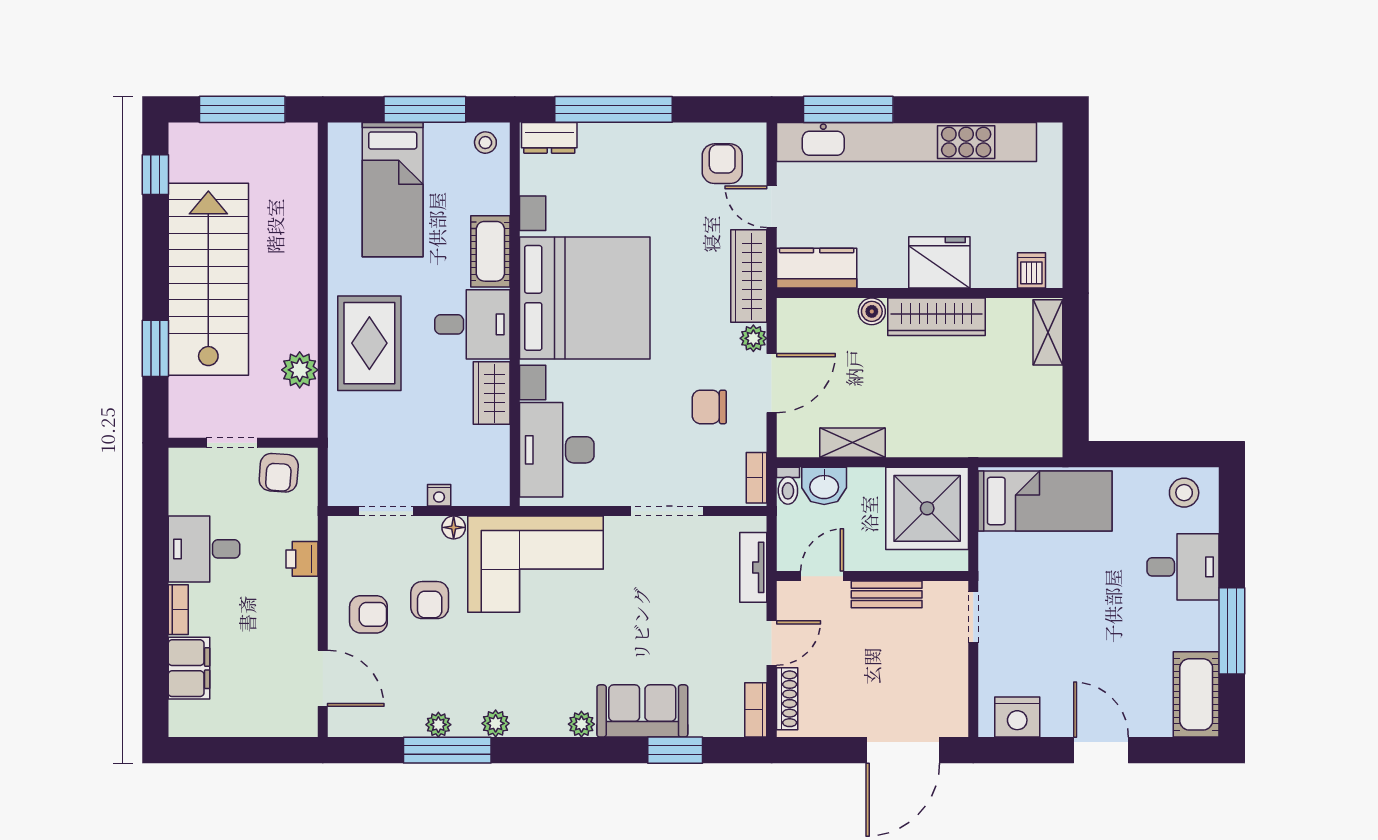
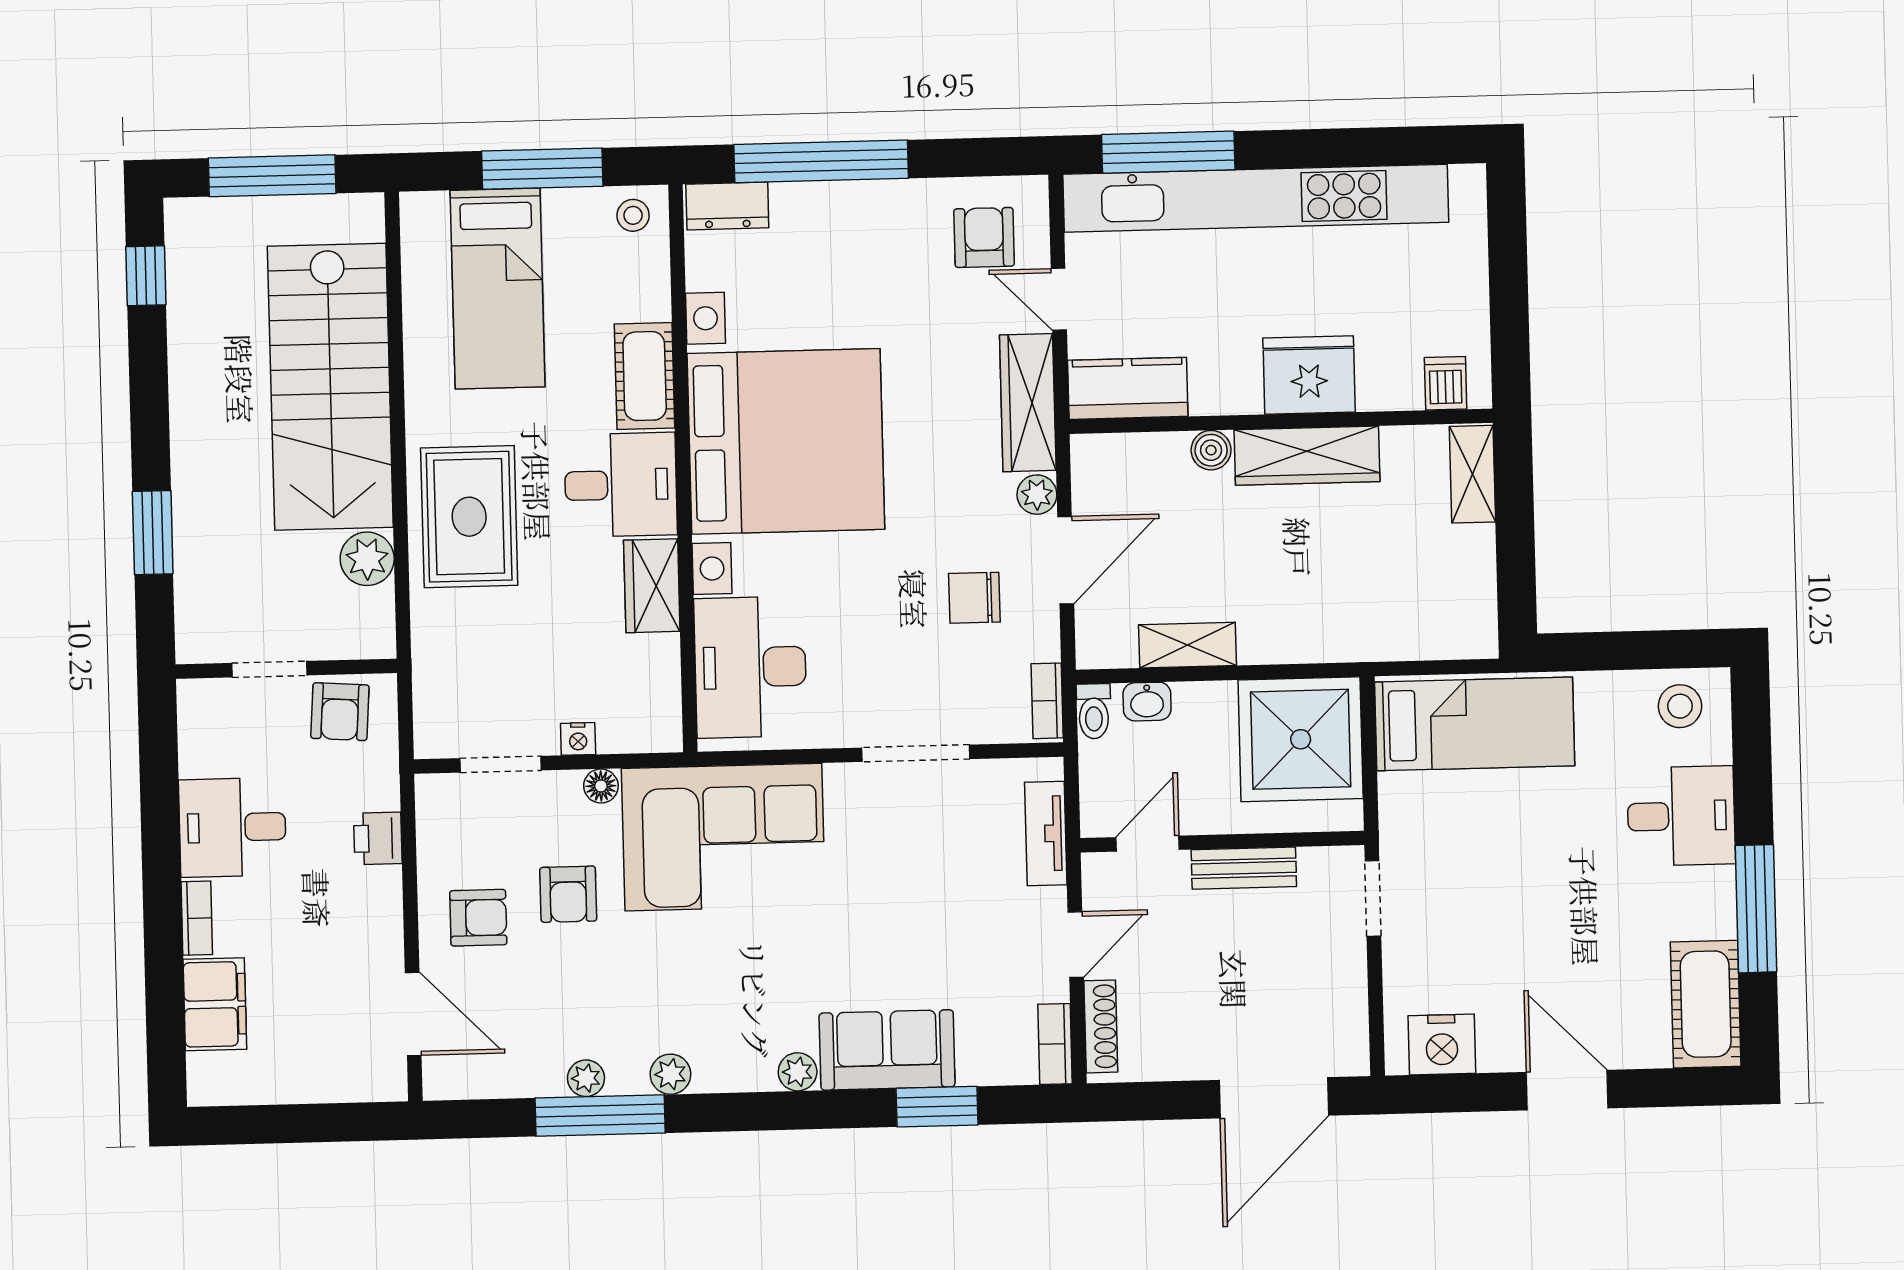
stairs: (208, 279) -> (330, 387), moved, turned 180
washbasin: (824, 486) -> (1147, 702), width x0.72, depth x0.69

